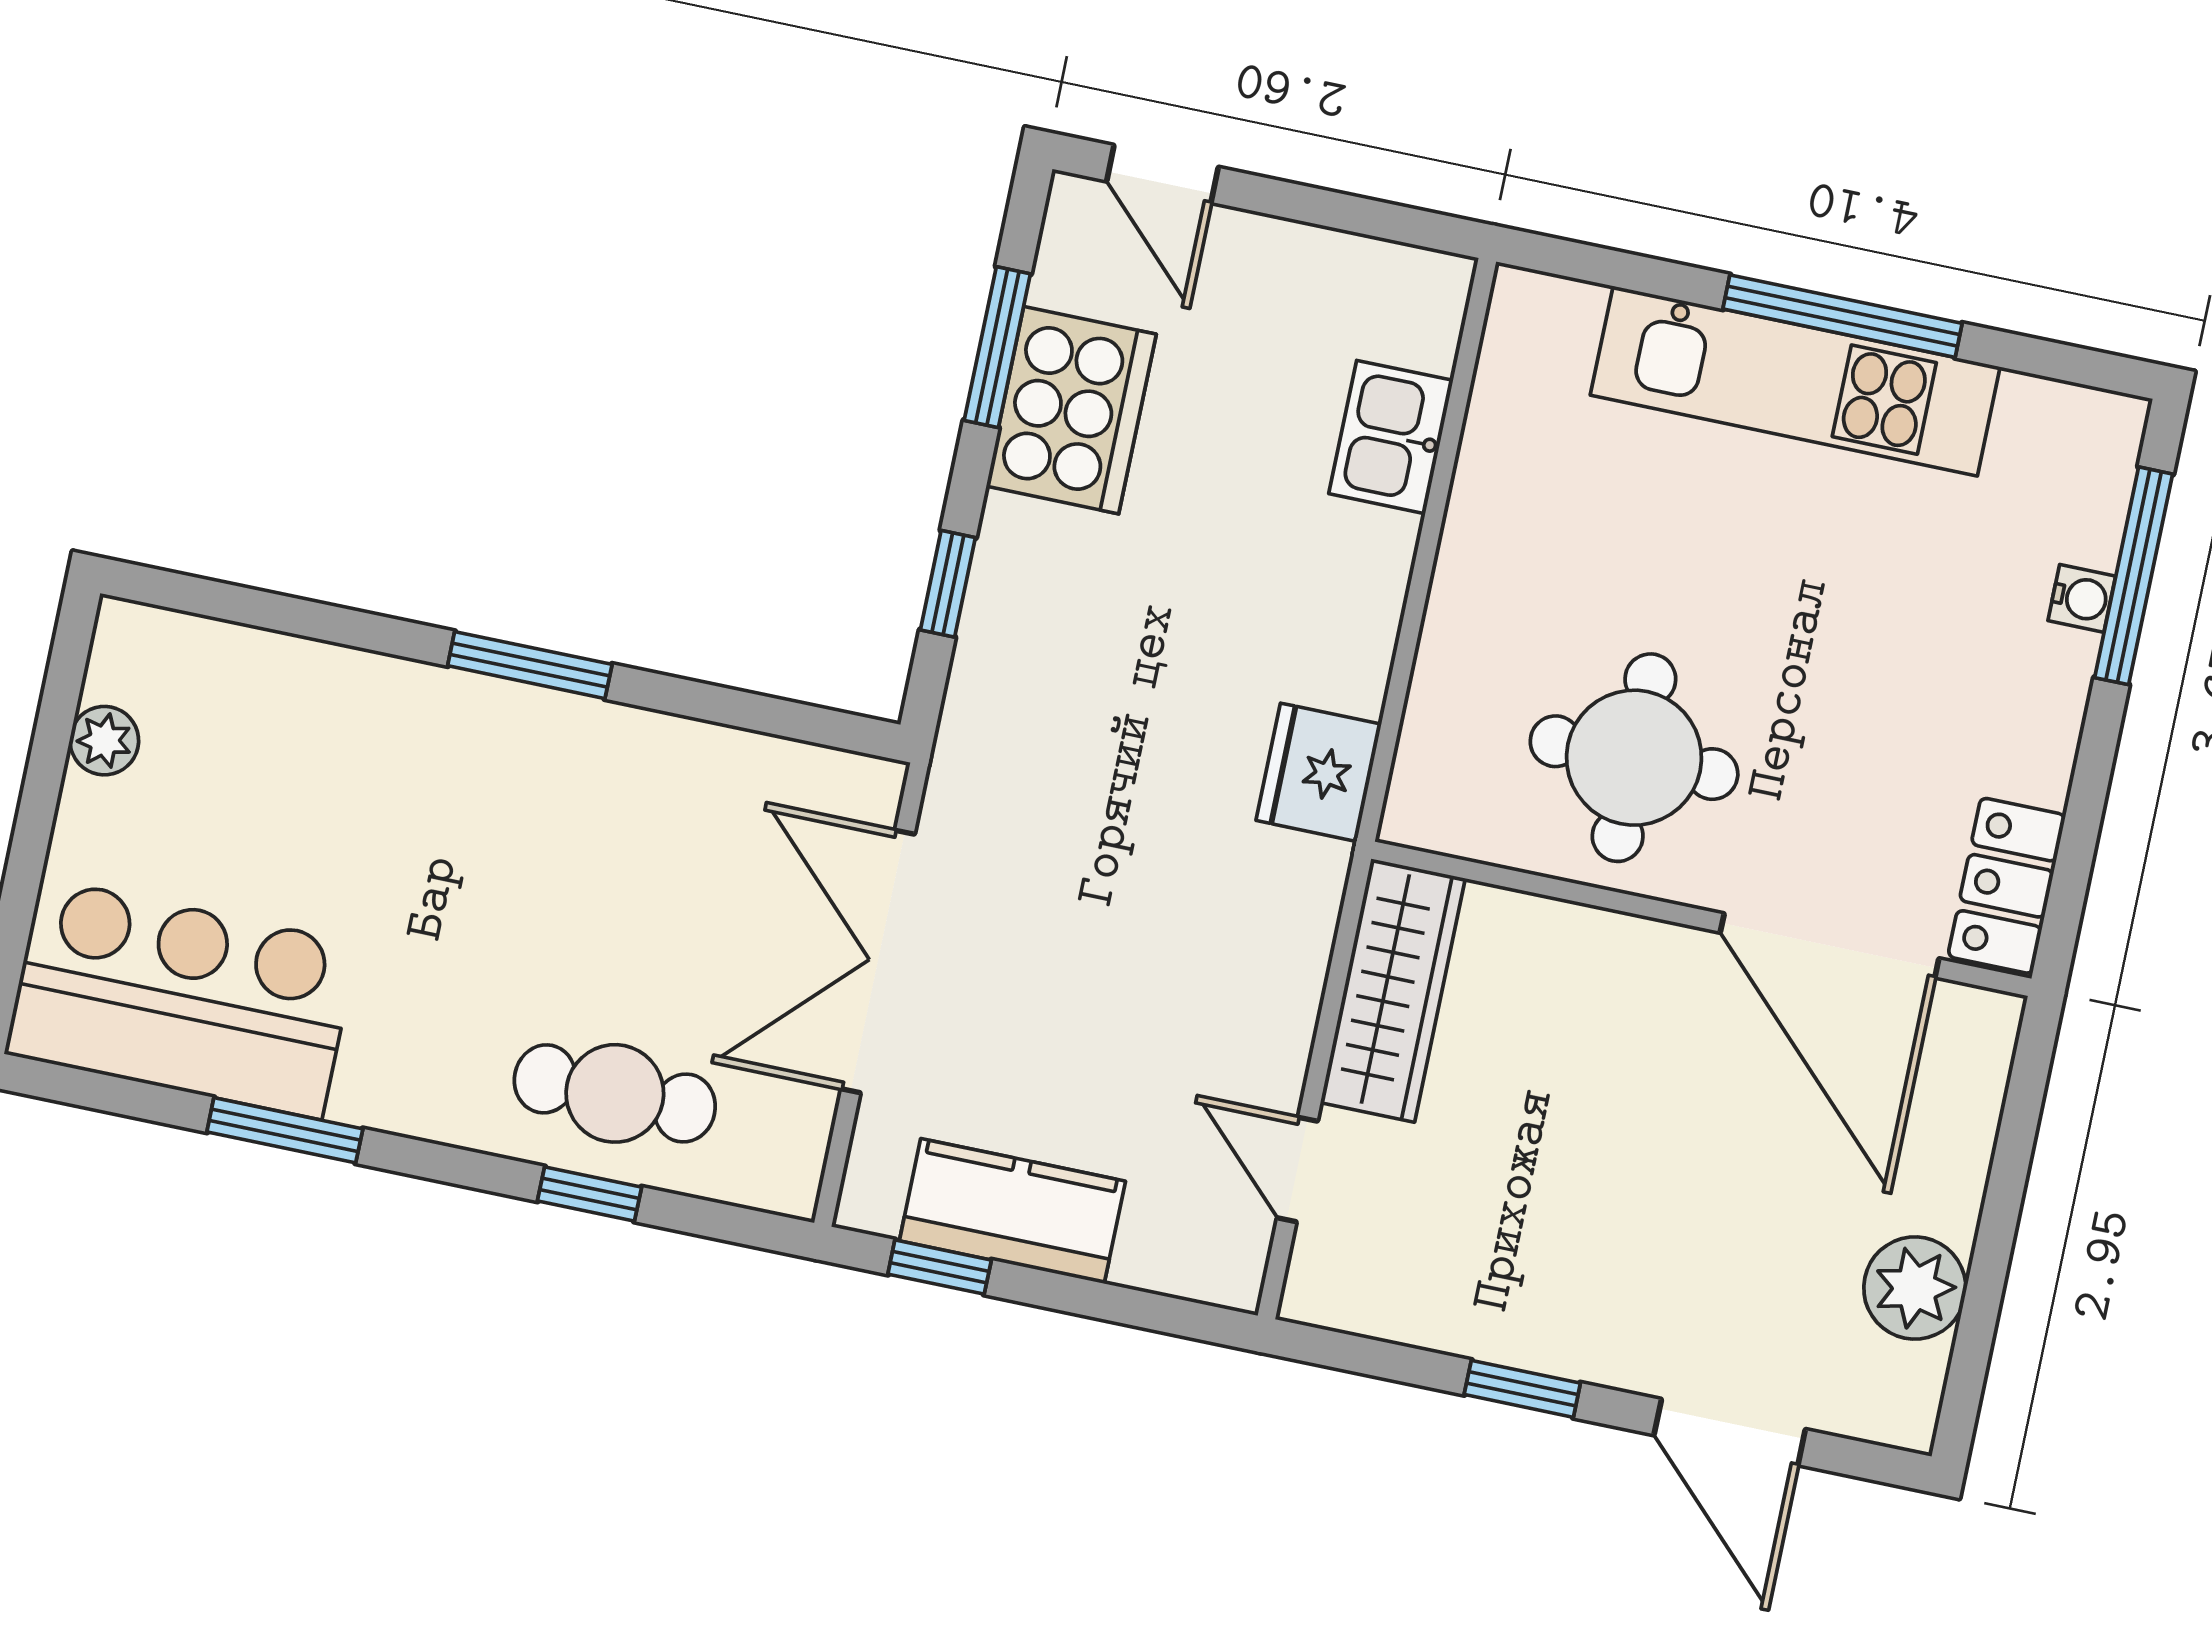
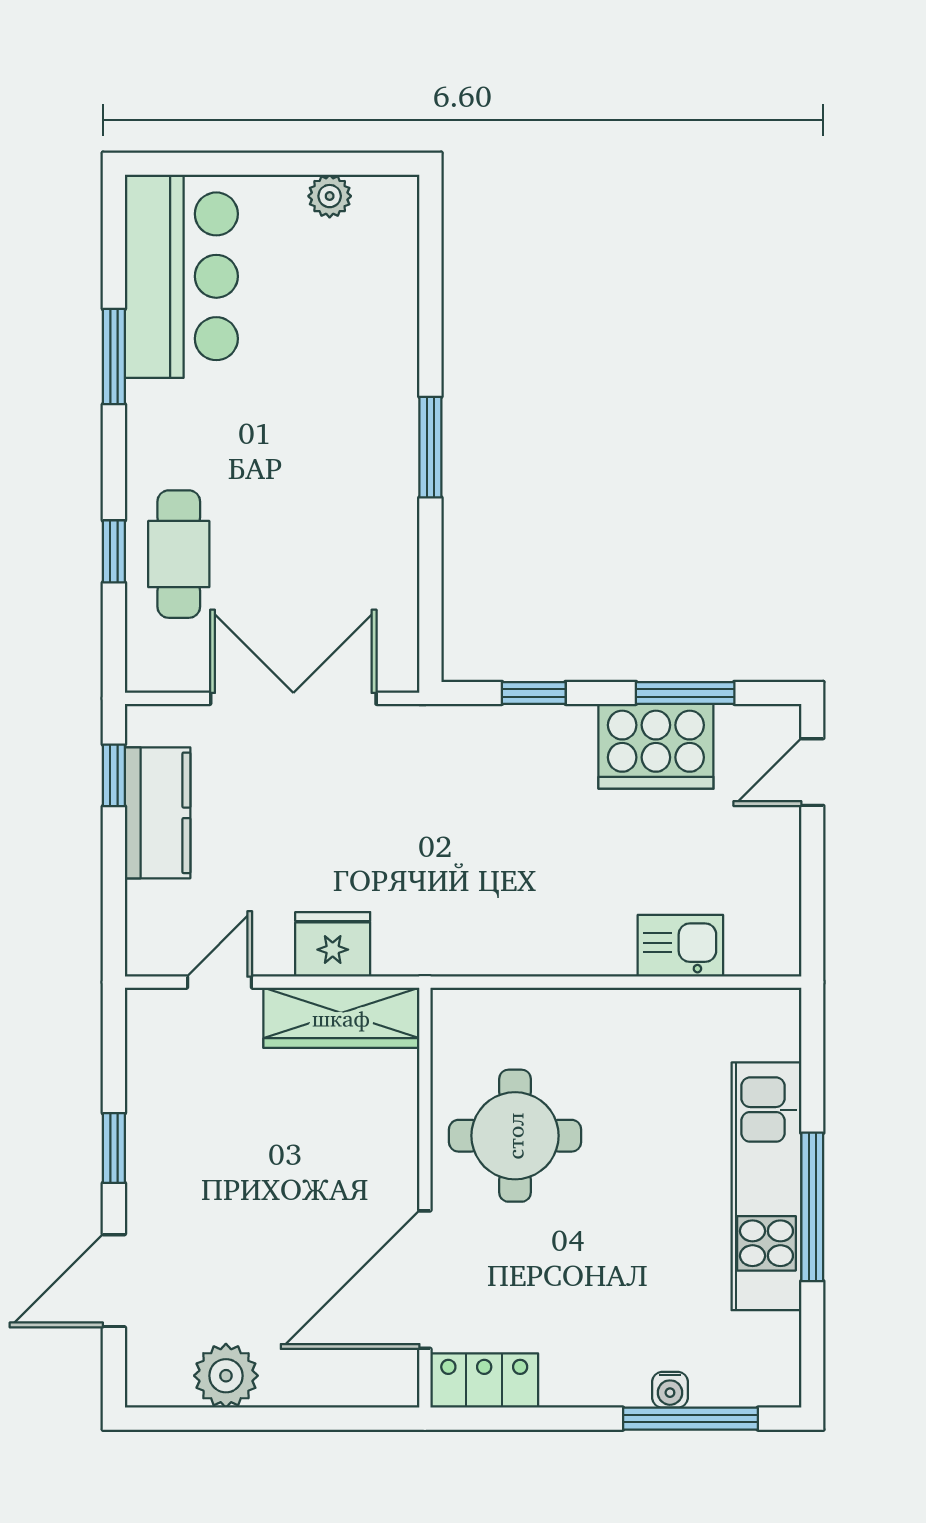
fridge: (1319, 772) -> (333, 944), moved

